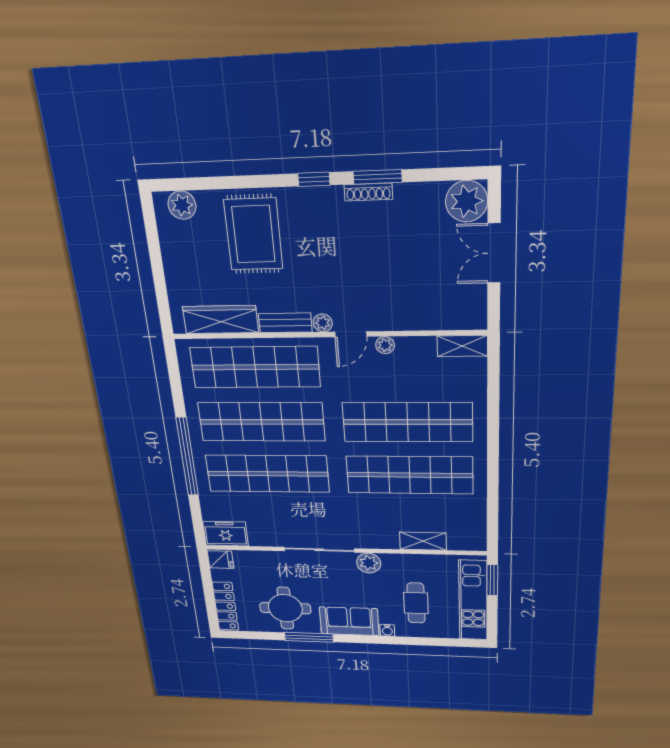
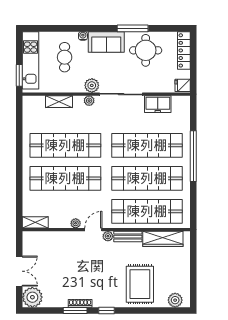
freezer: (226, 534) -> (158, 104), moved
plant: (372, 541) -> (89, 101), added

